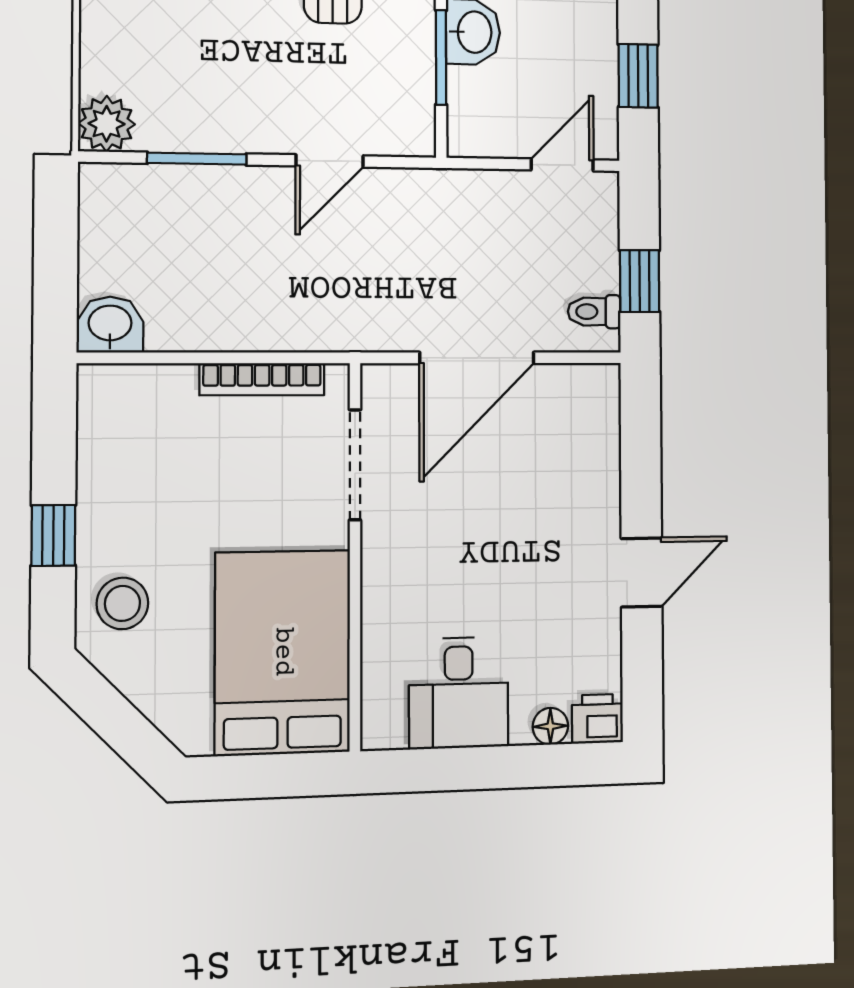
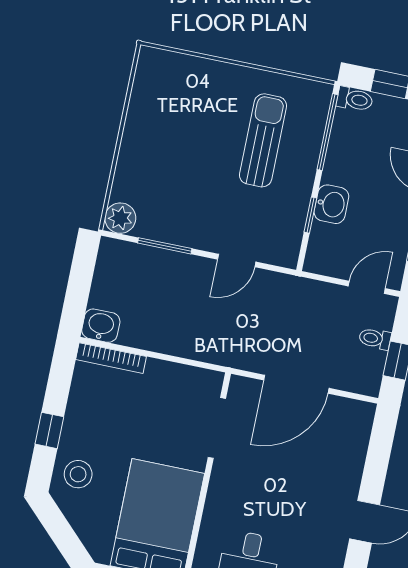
window: (441, 57) -> (310, 215), width x0.67
toilet: (594, 312) -> (375, 339), moved
bookcase: (262, 379) -> (111, 358), moved

